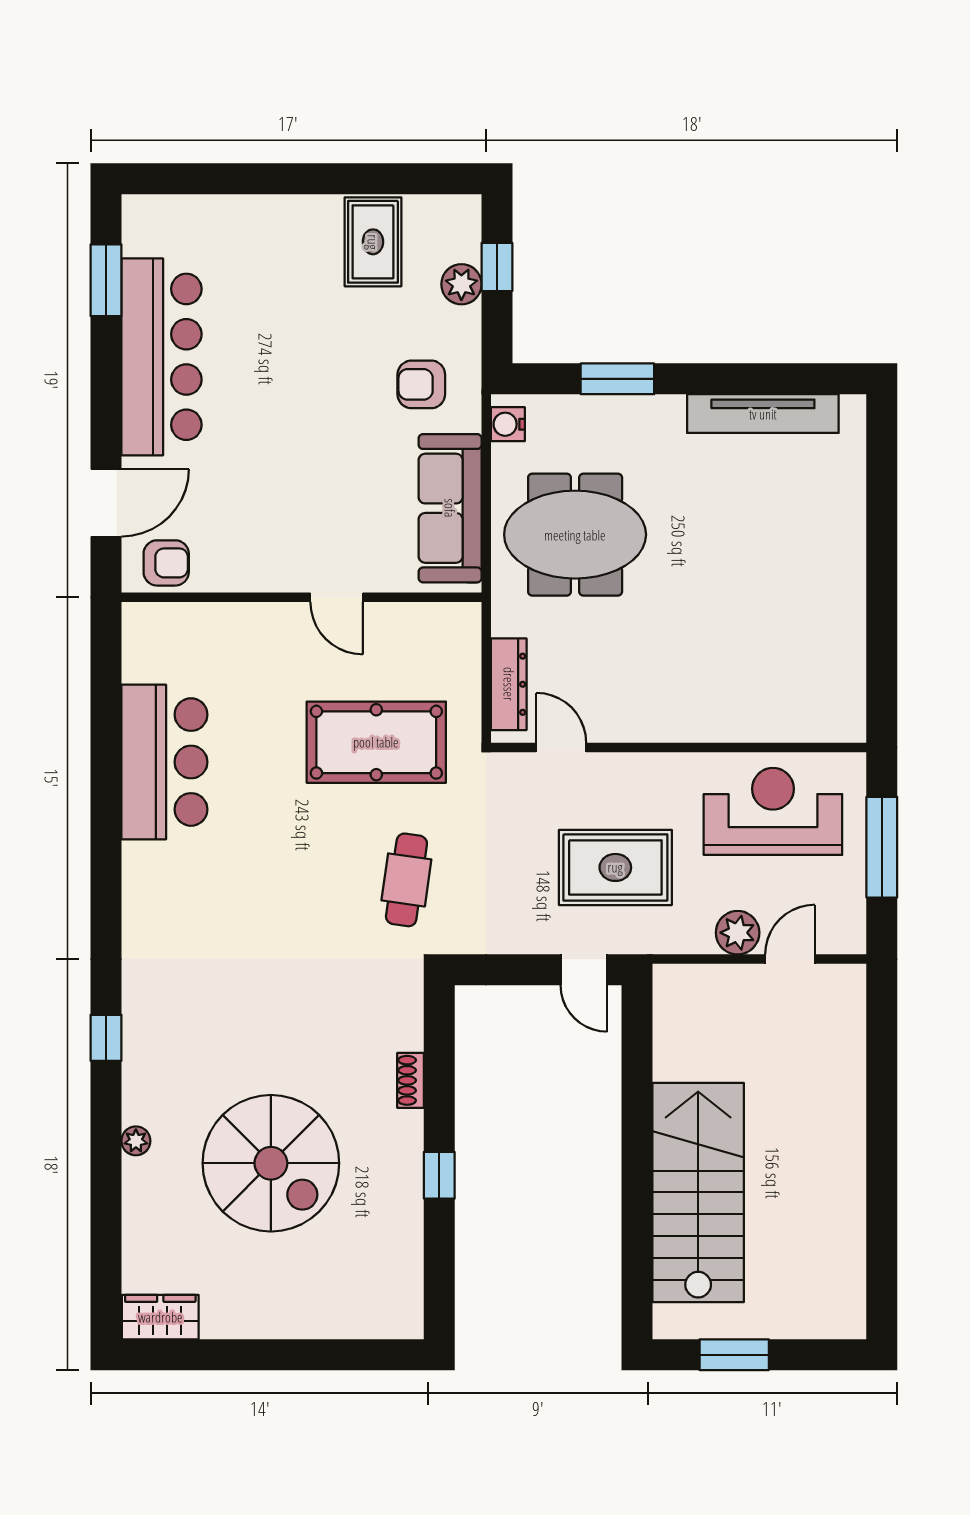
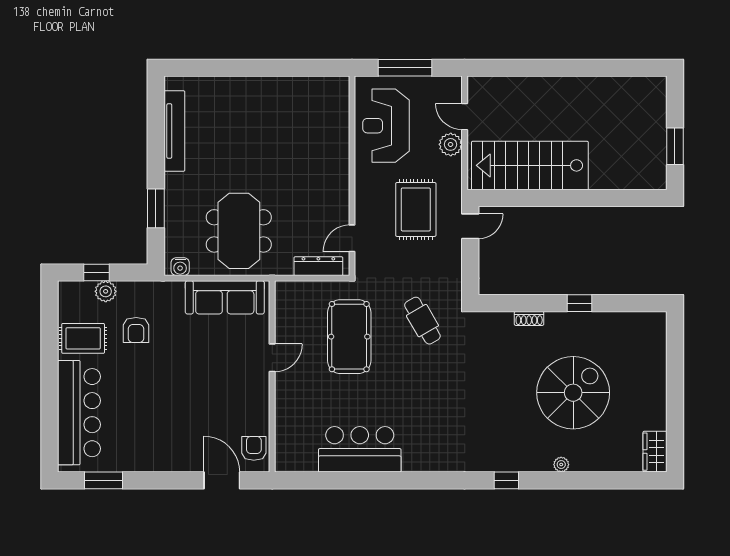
bar counter: (161, 357) -> (79, 413), moved, turned 90
armchair: (421, 384) -> (136, 330), moved
cafe table: (406, 880) -> (422, 321), turned 52
stairs: (698, 1192) -> (530, 165), moved

